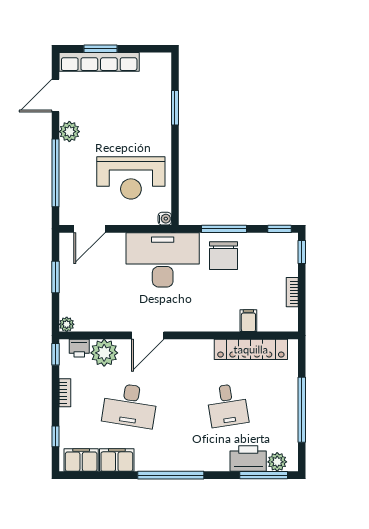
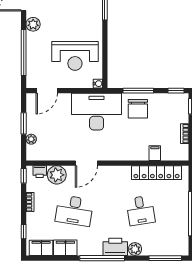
plant: (67, 324) -> (31, 139), moved
printer: (248, 459) -> (115, 247), moved
plant: (277, 462) -> (135, 249), moved

